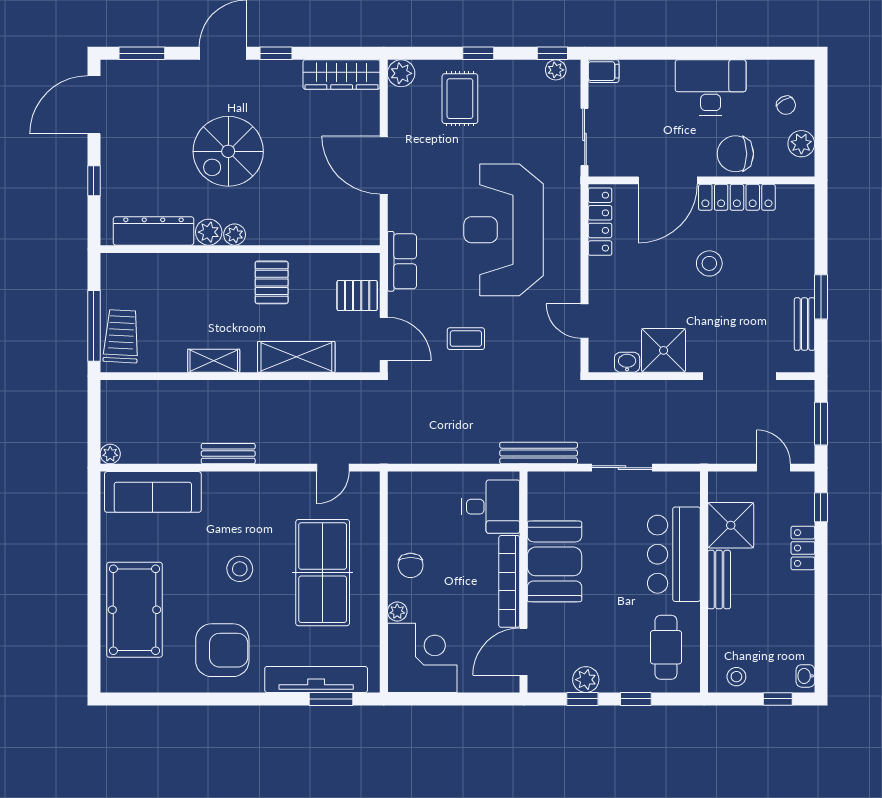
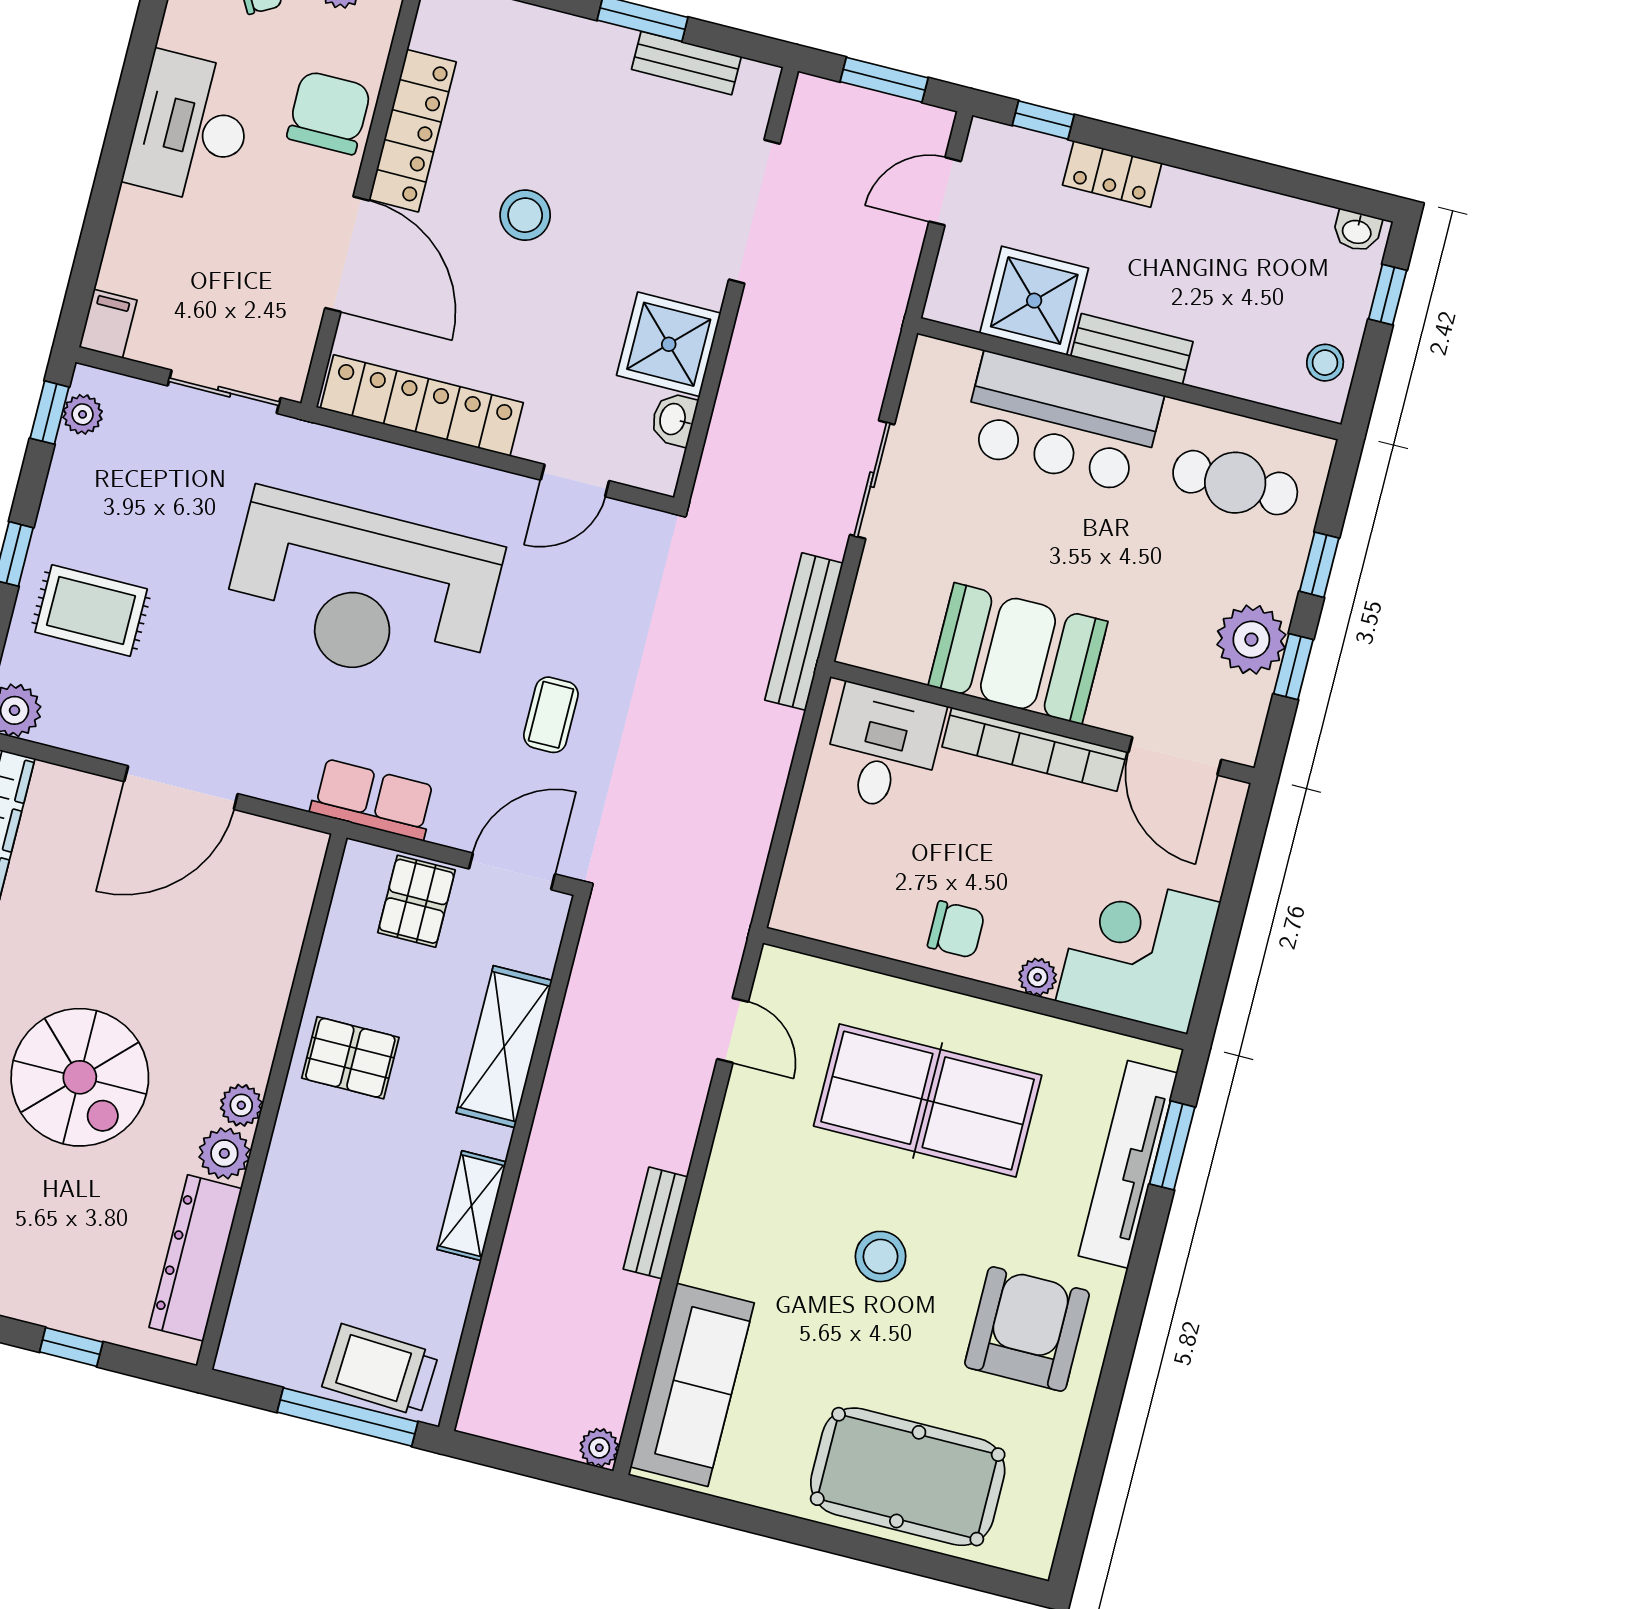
chair: (735, 154) -> (329, 113), turned 180
locker: (600, 222) -> (422, 405), width x1.41, depth x1.21
plant: (586, 680) -> (1251, 640), width x1.36, depth x1.36

